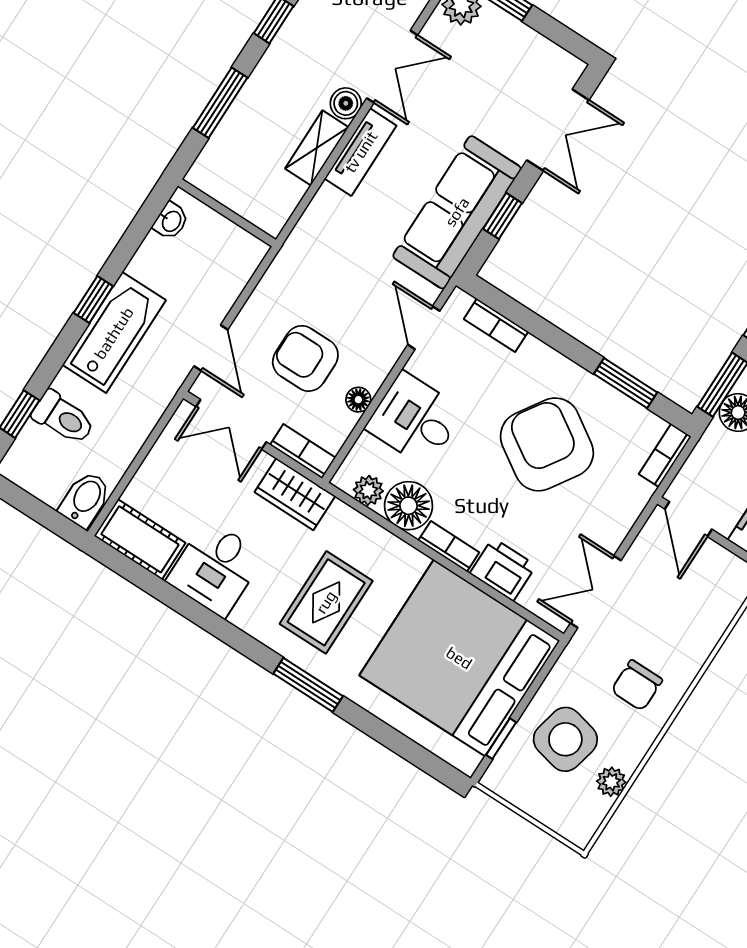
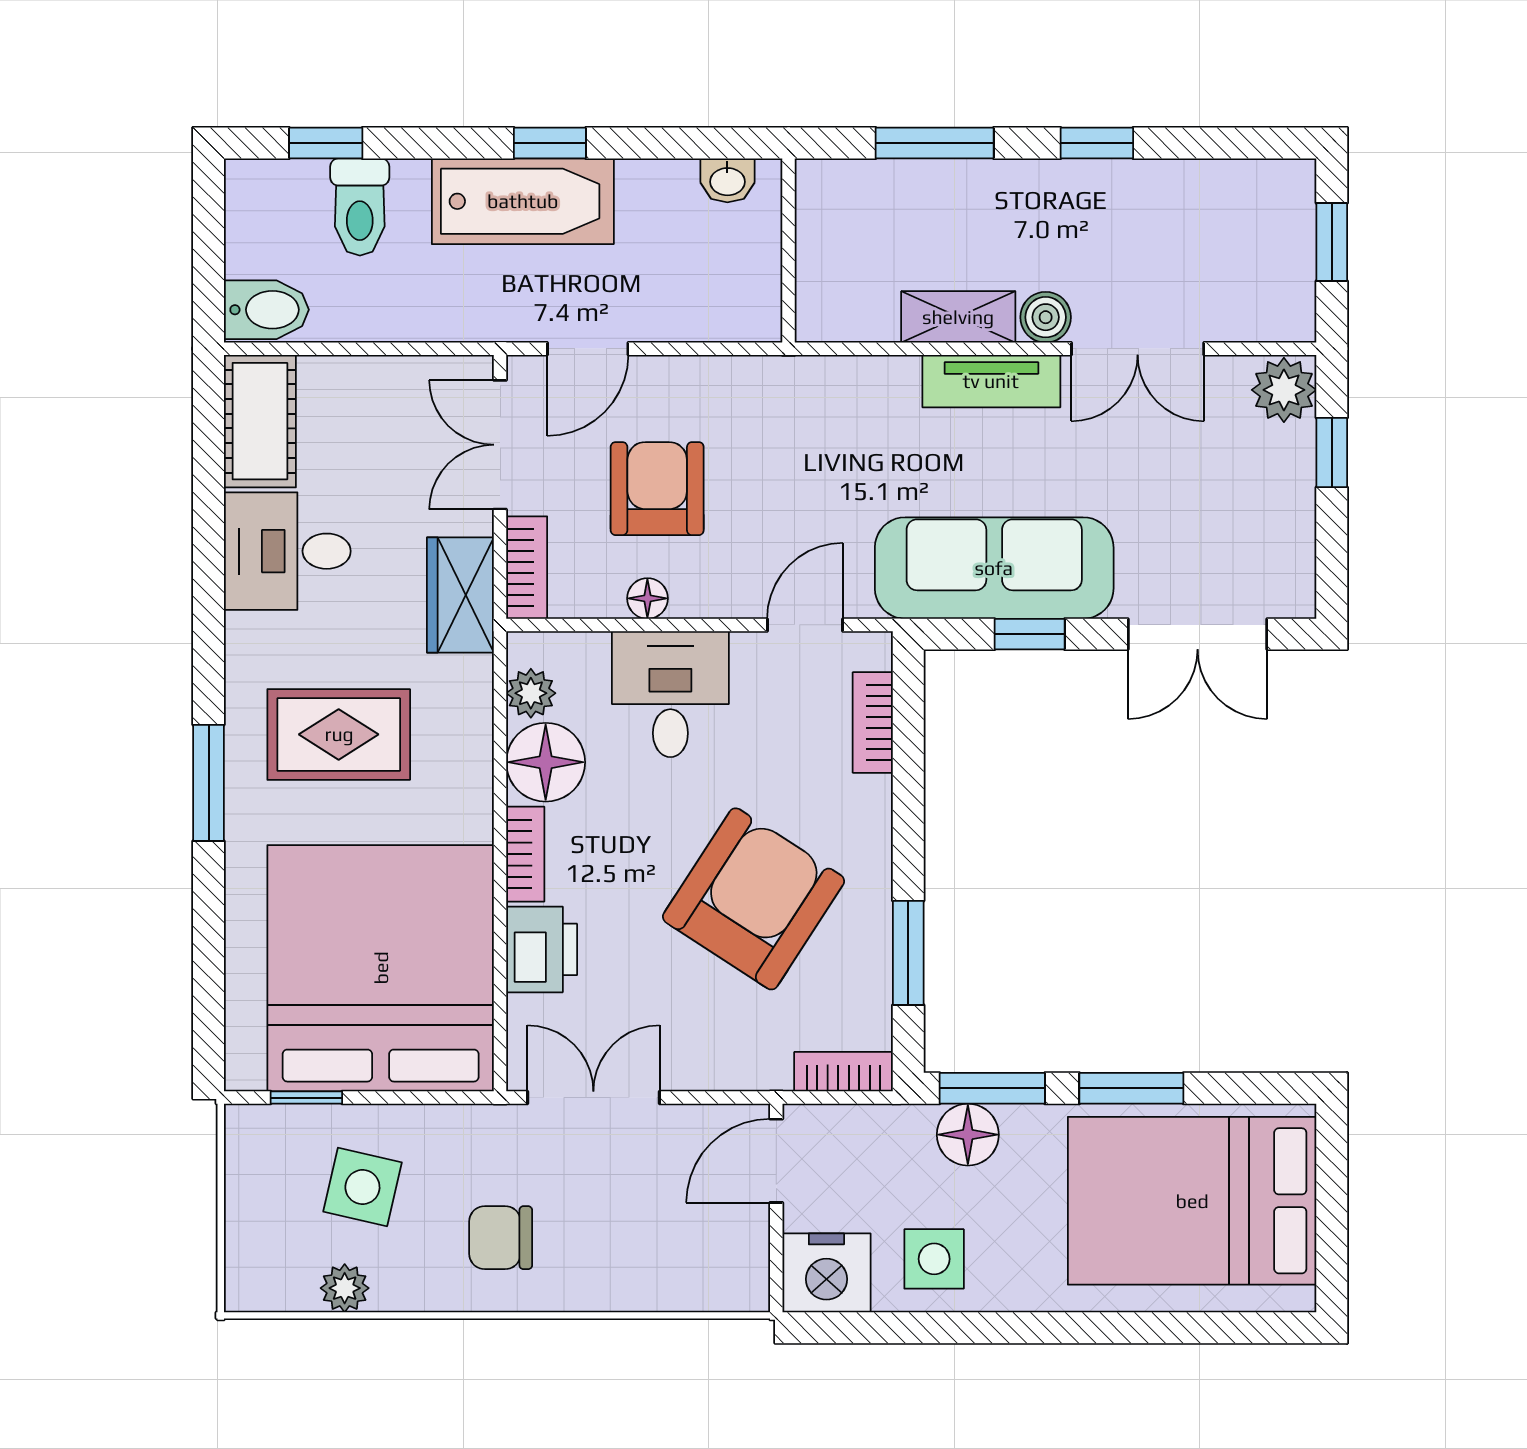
side table: (565, 739) -> (362, 1187), width x0.73, depth x0.73

